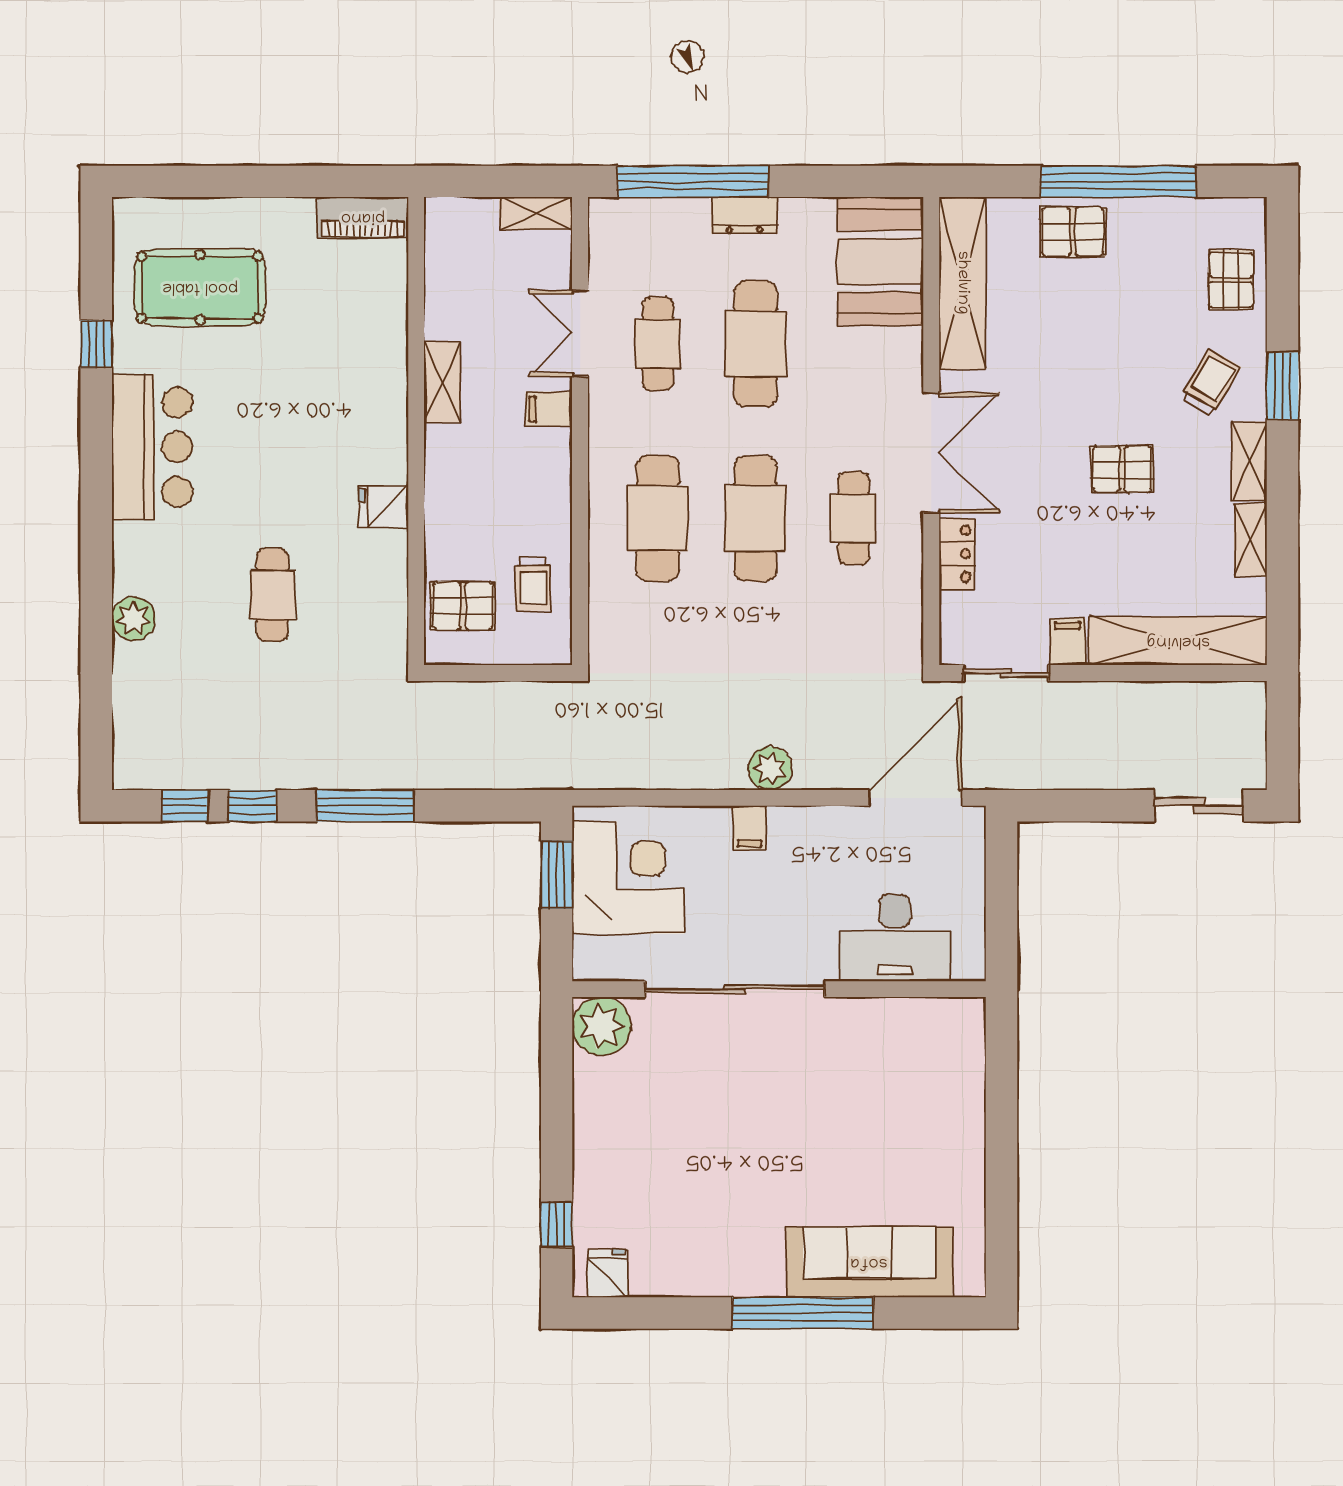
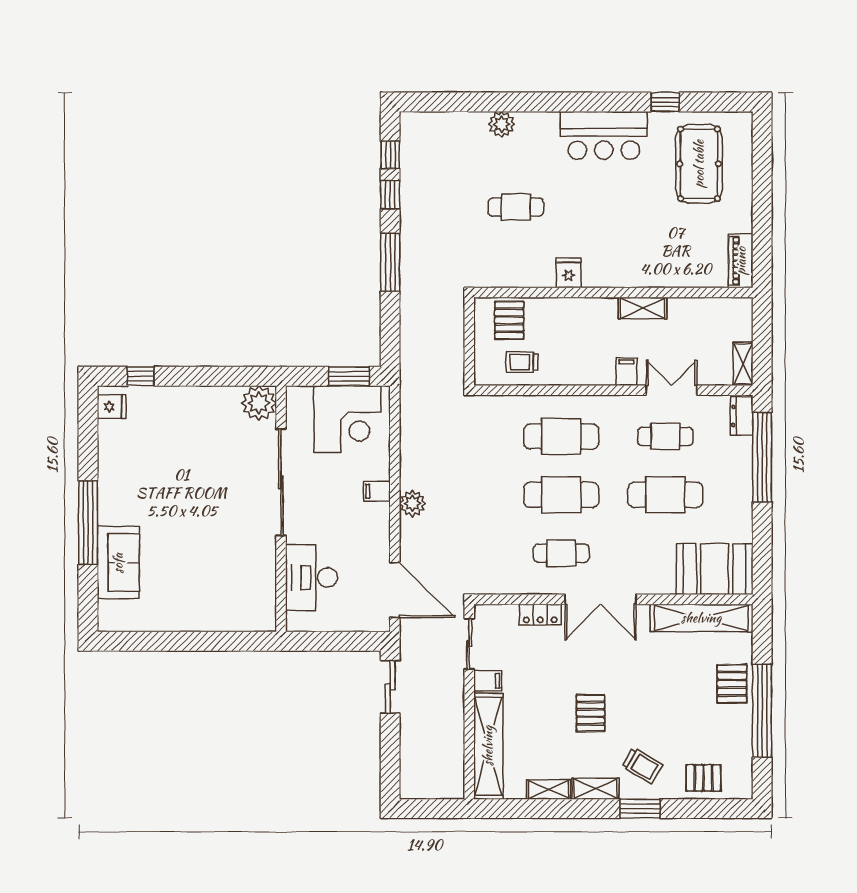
dresser: (744, 215) -> (742, 416), moved
sliding door: (1199, 806) -> (390, 687), moved
sofa: (869, 1262) -> (118, 563), width x0.73

